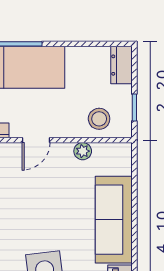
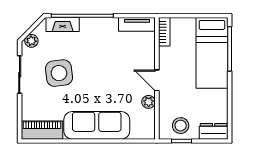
stool: (99, 119) -> (181, 126), moved
door: (36, 140) -> (157, 80), moved

